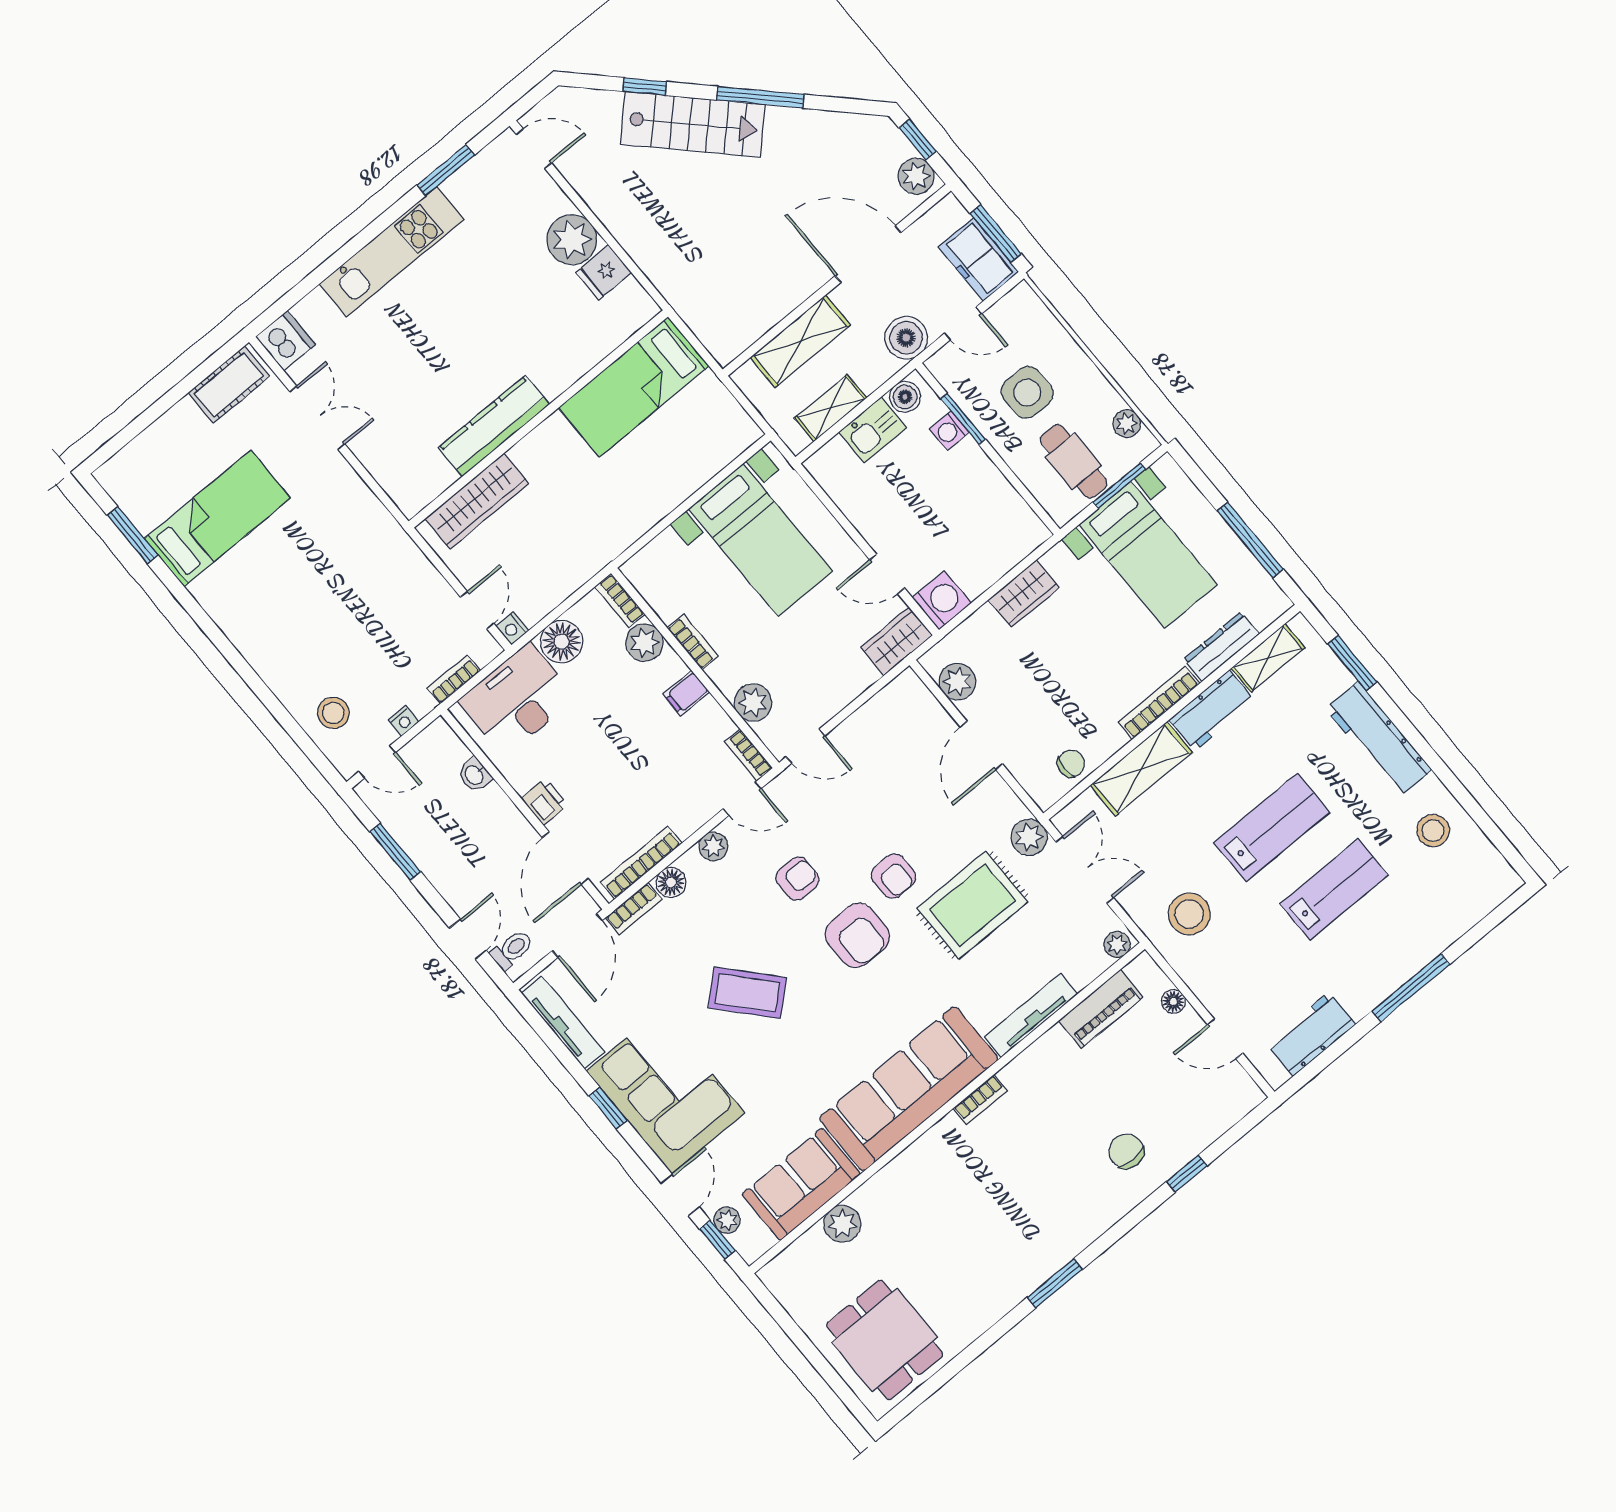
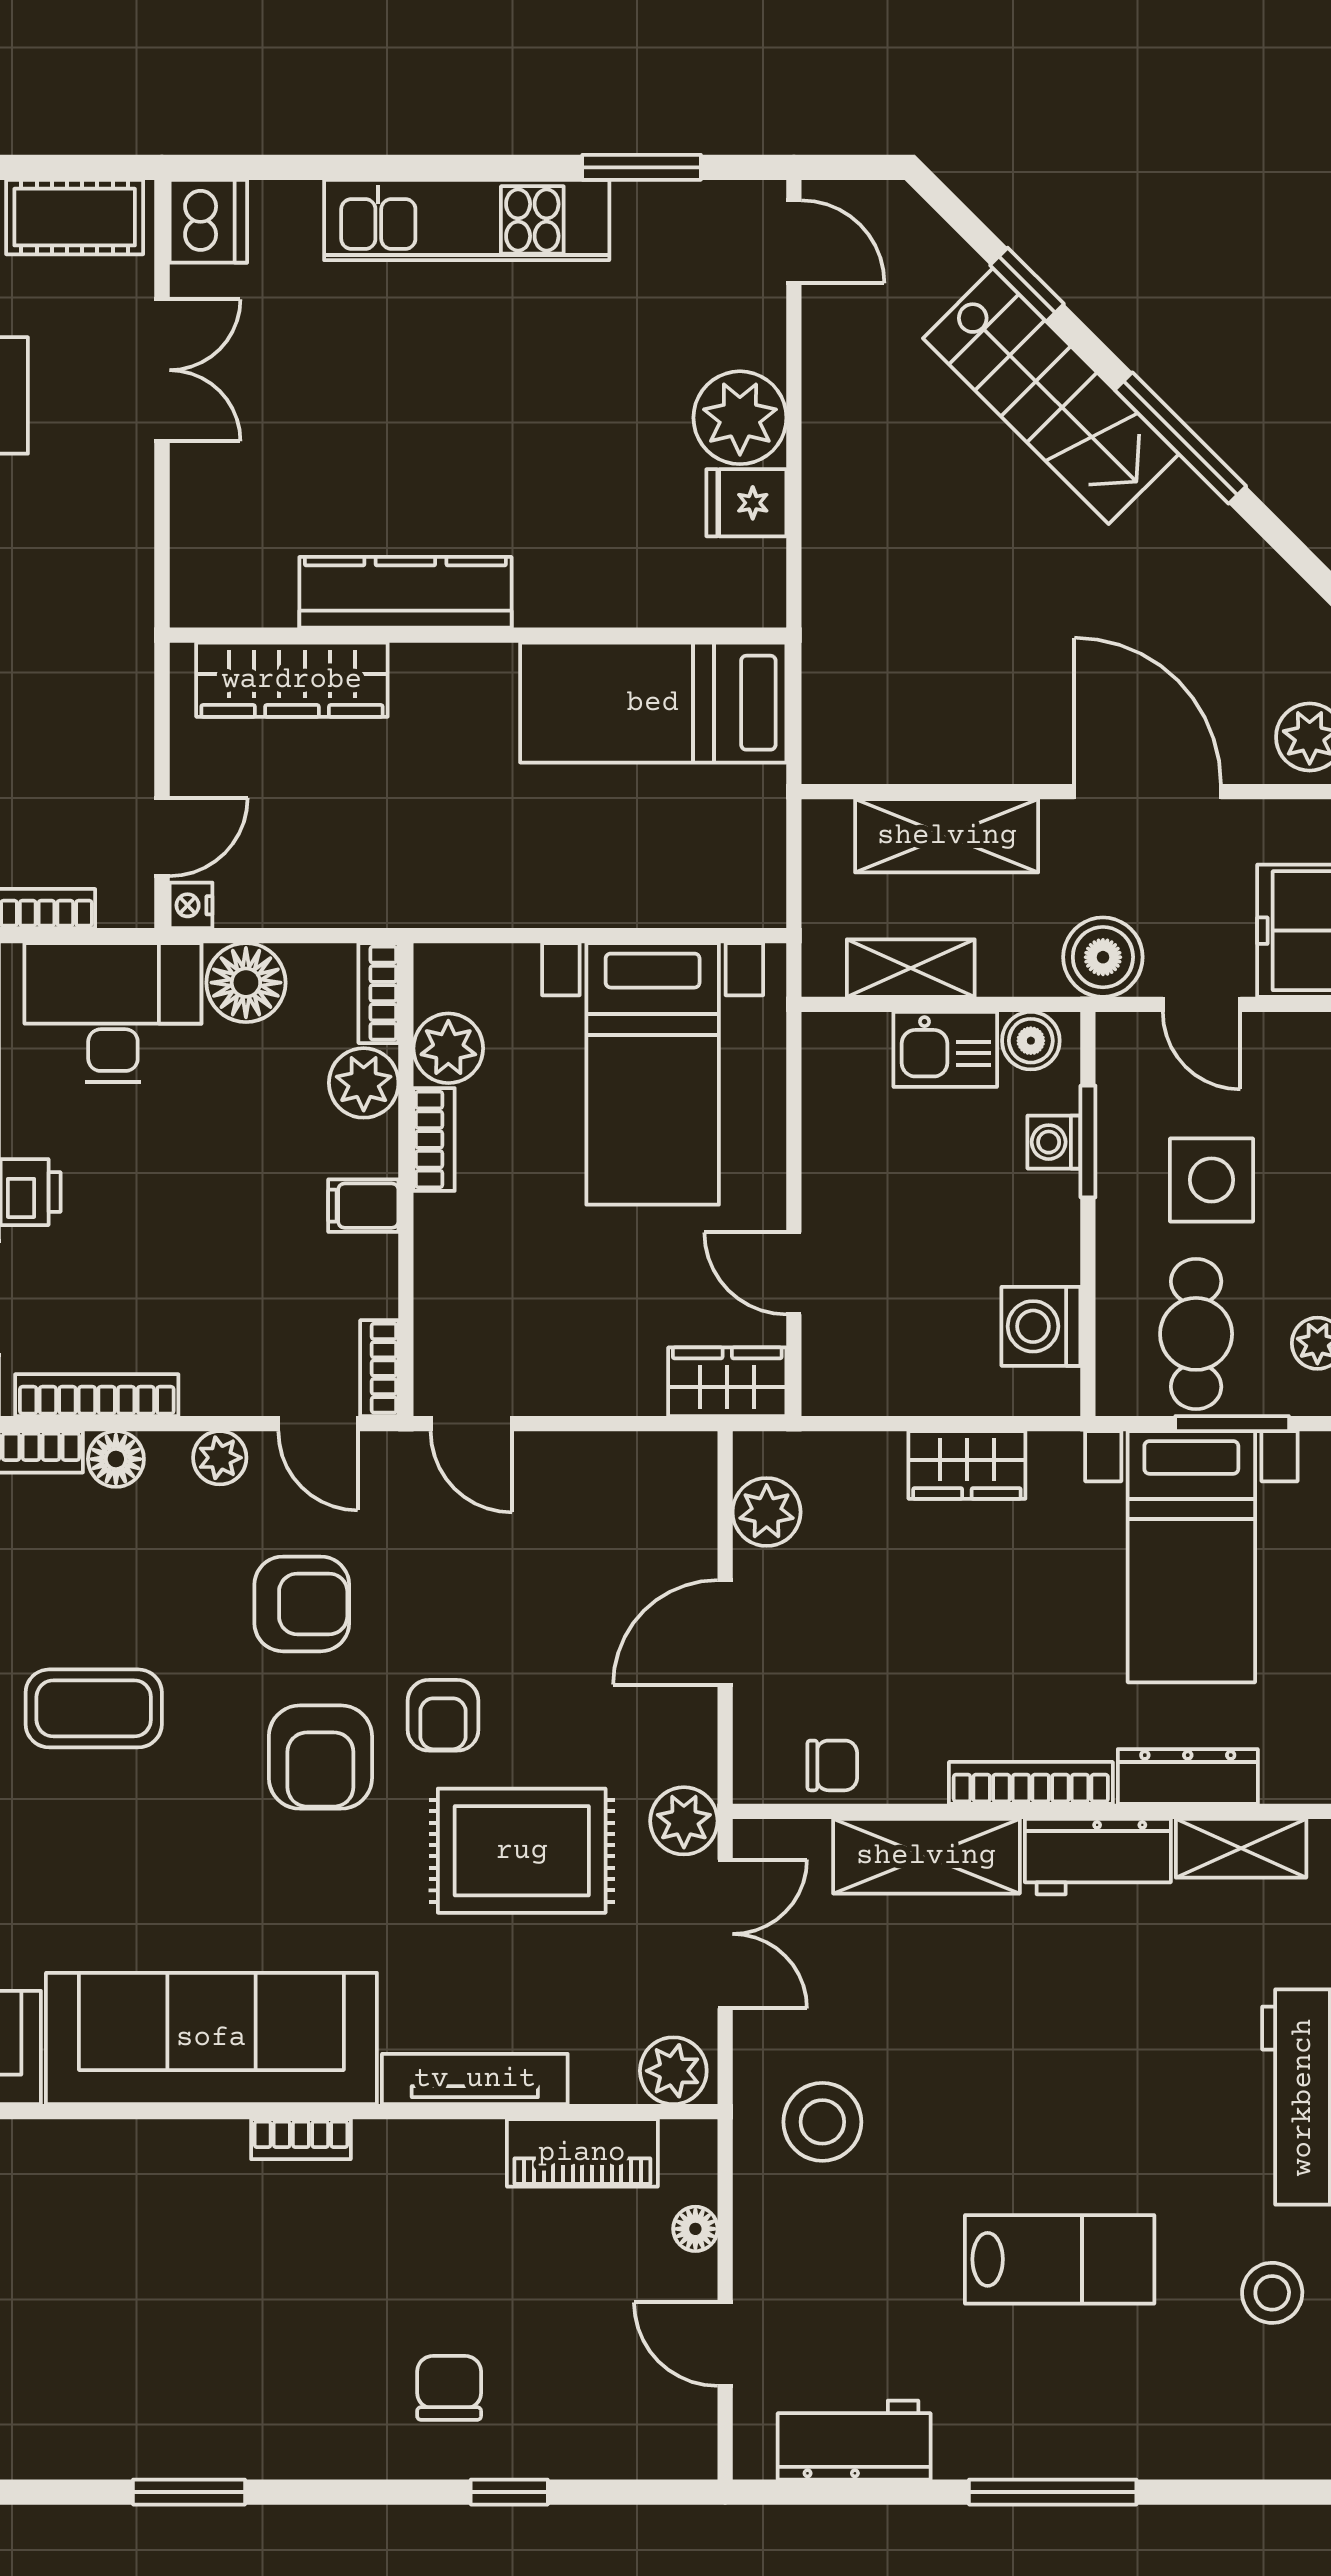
washing machine: (942, 600) -> (1041, 1326), moved, turned 180
plant: (753, 702) -> (448, 1048), moved
lab bench: (1272, 828) -> (1044, 2096), removed
armchair: (797, 879) -> (302, 1604), width x1.38, depth x1.38
plant: (1117, 945) -> (673, 2071), width x1.38, depth x1.38
coffee table: (747, 993) -> (94, 1708), turned -48

